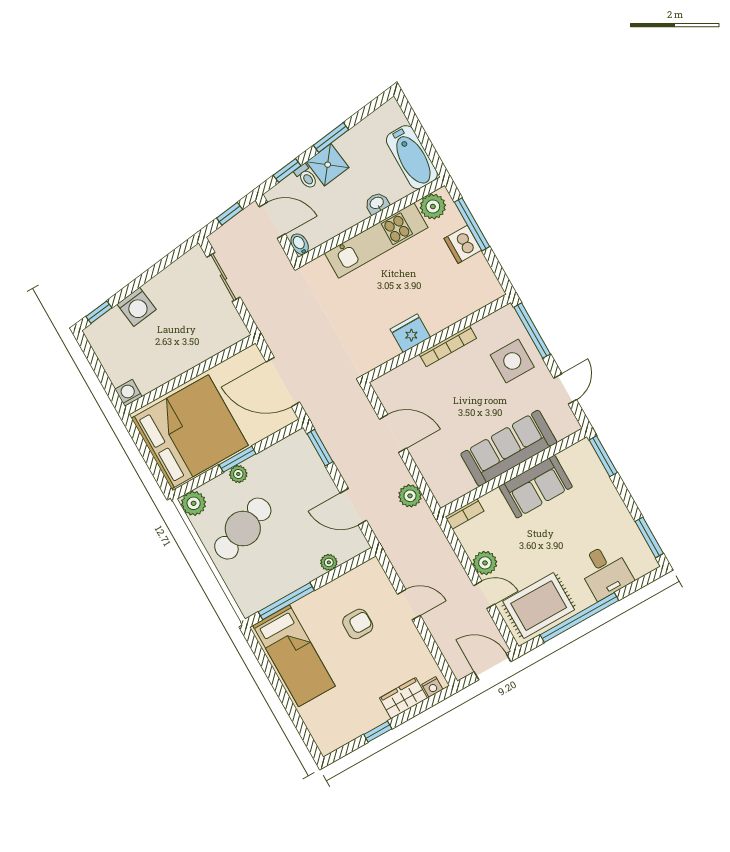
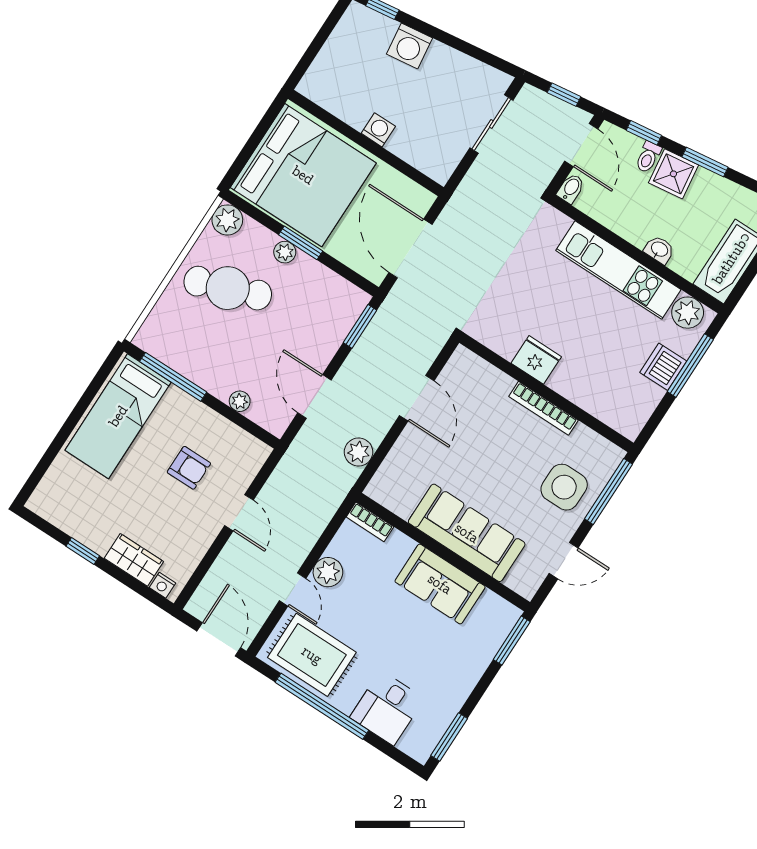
washing machine: (128, 393) -> (378, 130), moved

